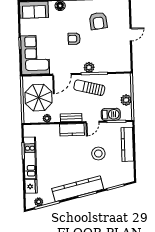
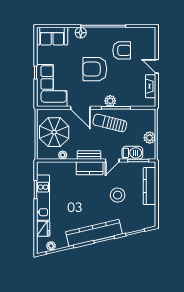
armchair: (98, 21) -> (122, 50), turned -83
door: (131, 34) -> (157, 66), swing flipped
armchair: (74, 39) -> (95, 69), width x1.88, depth x1.88
fireplace: (126, 53) -> (151, 86), added
door: (62, 74) -> (80, 108), hinge flipped

